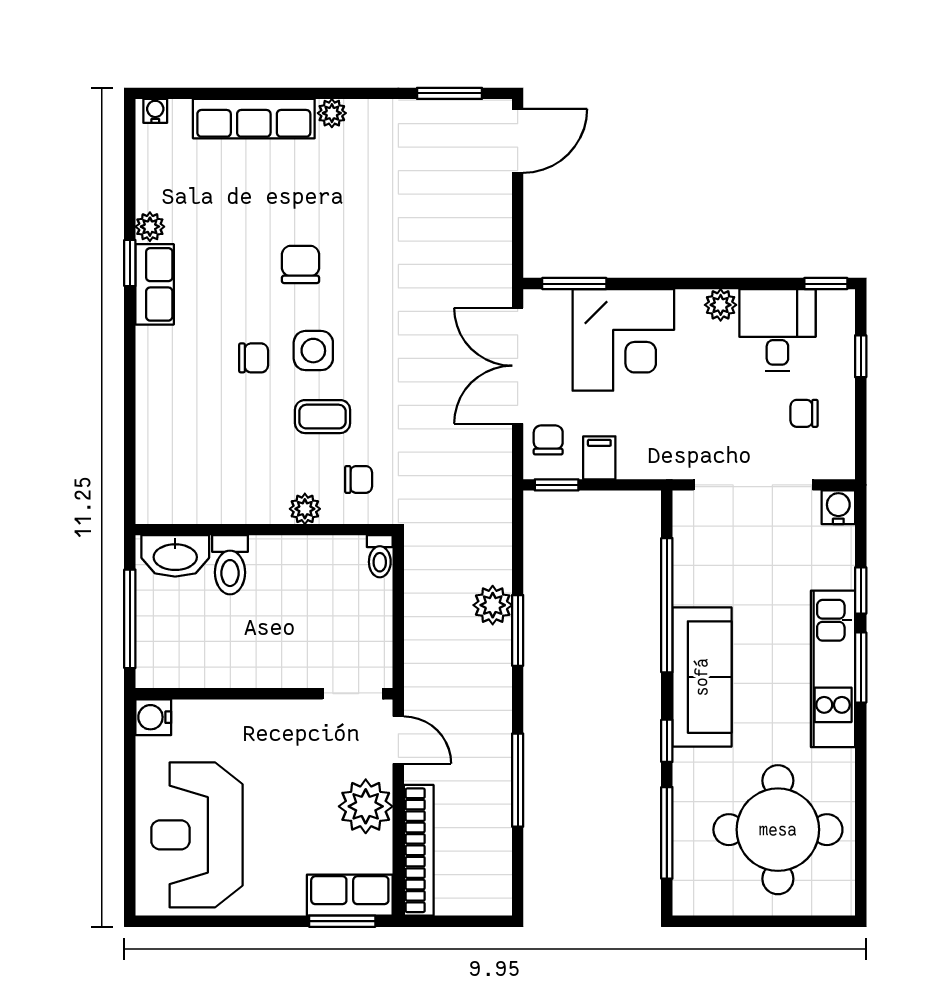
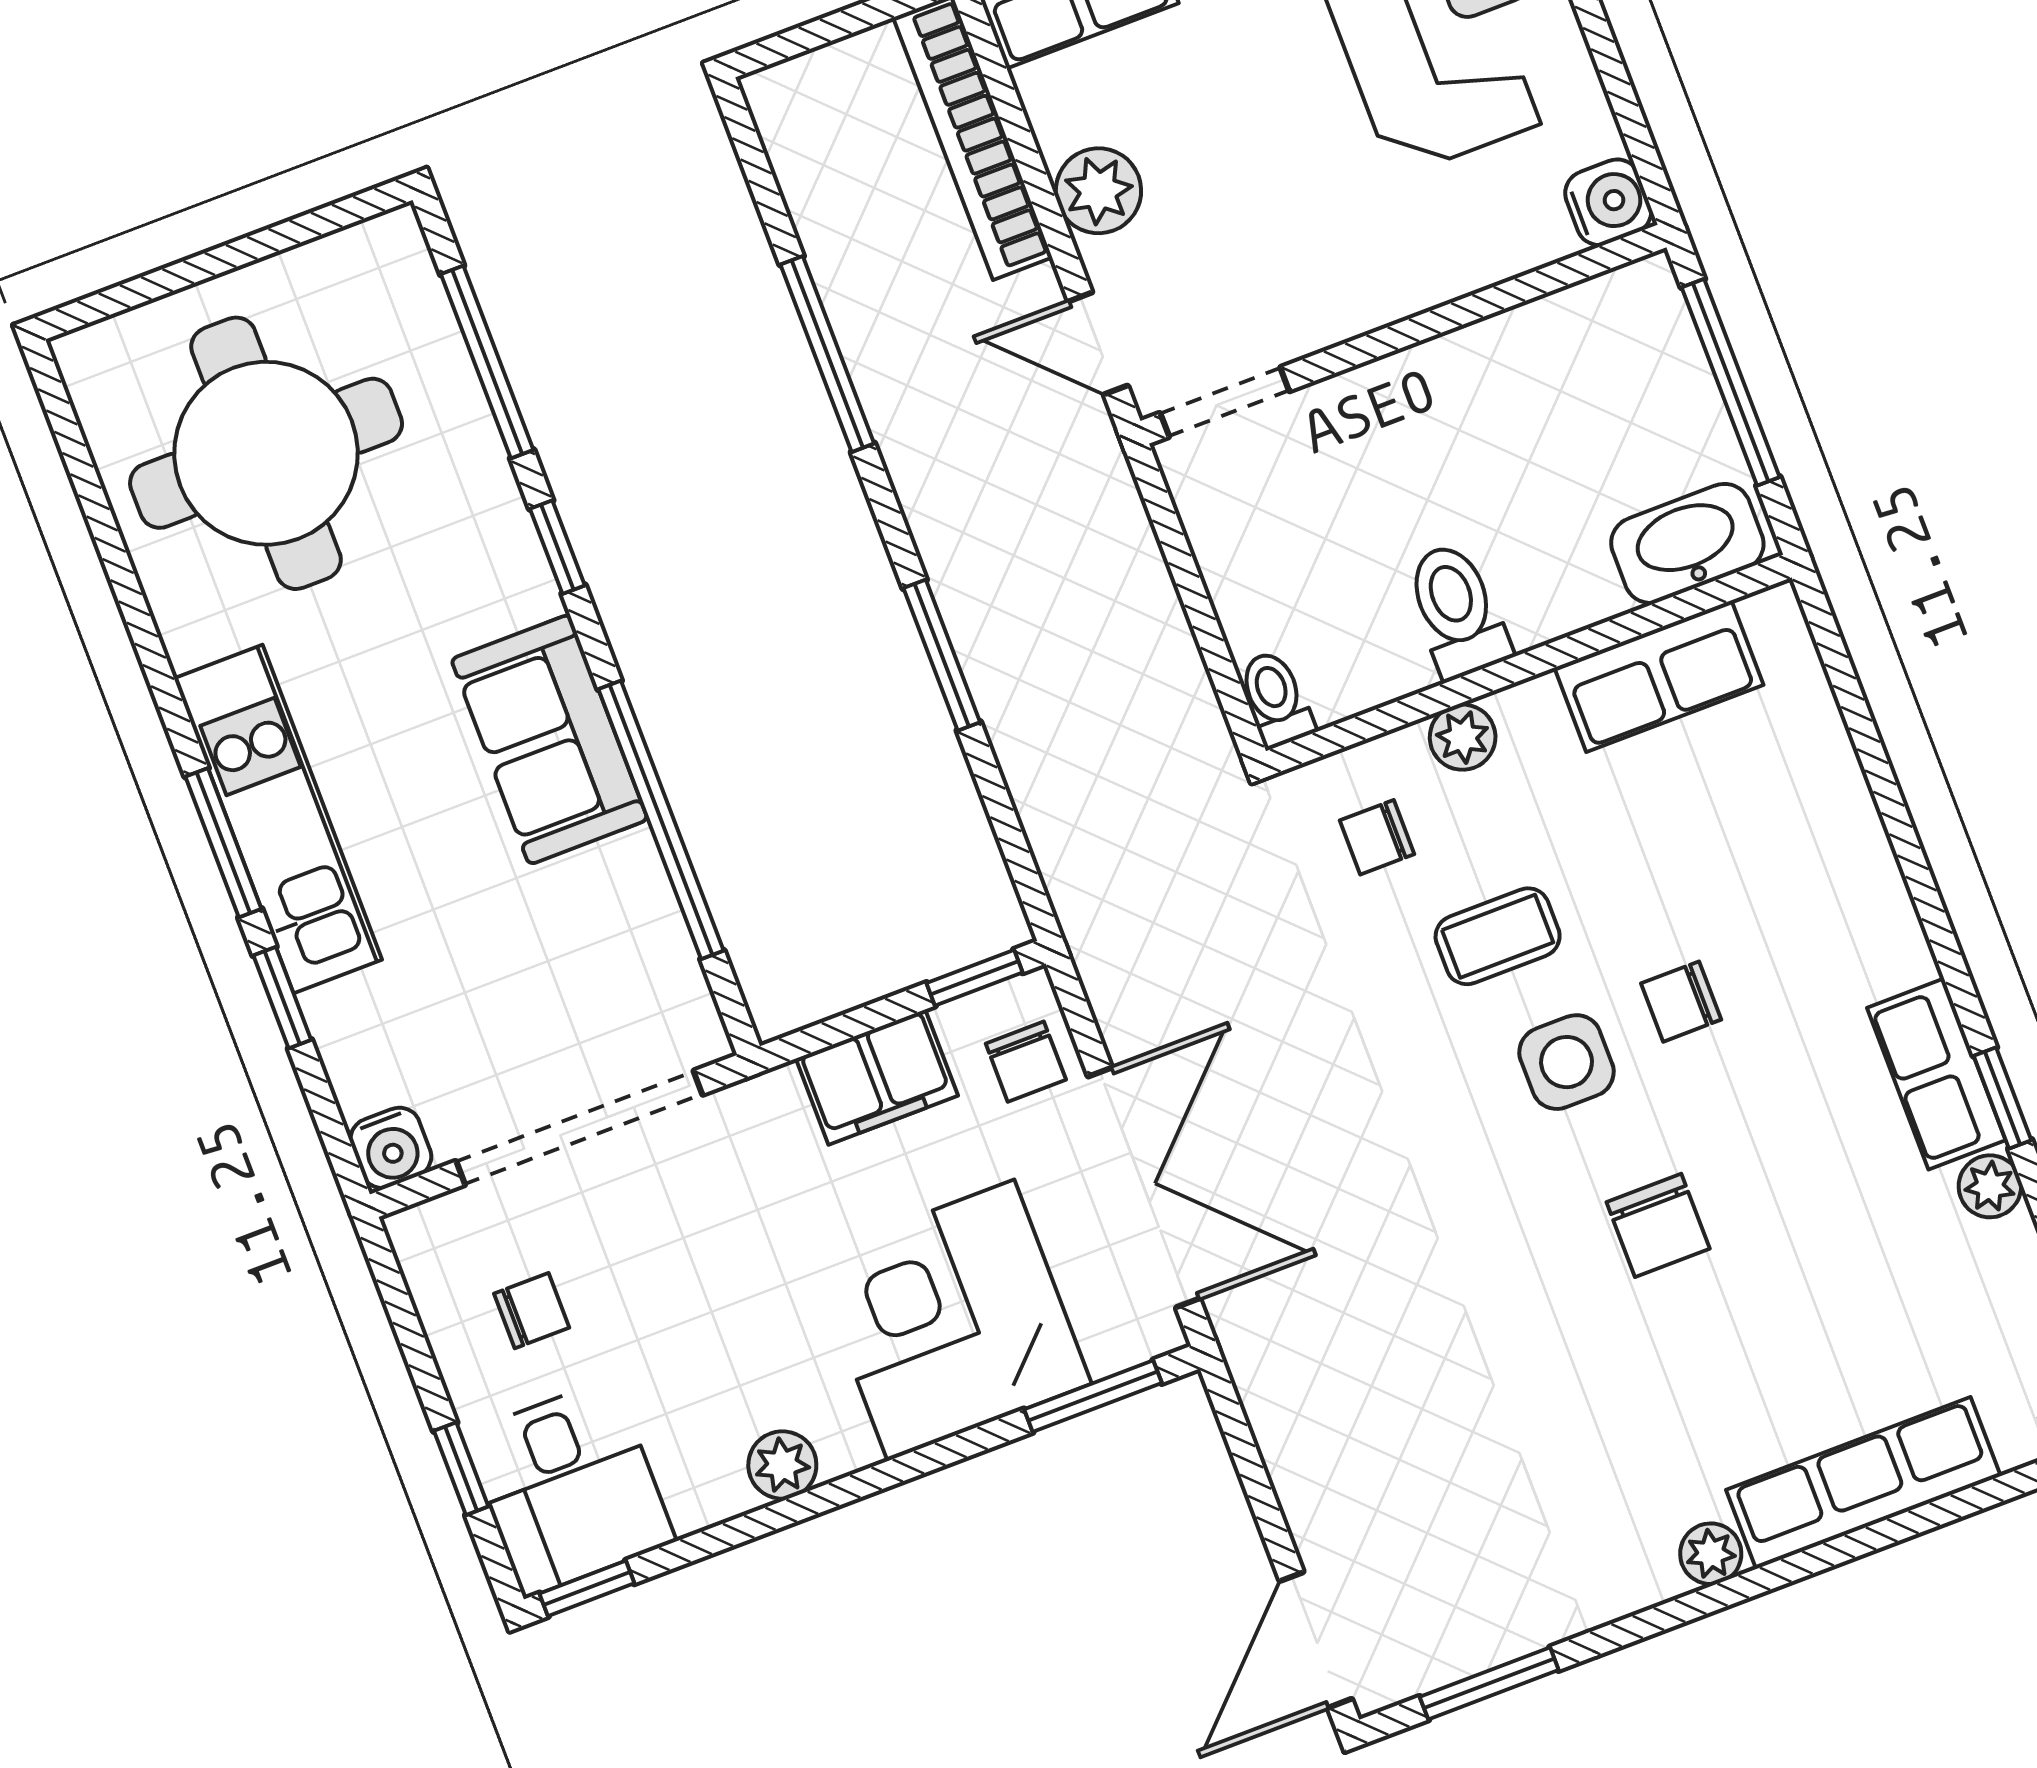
desk: (777, 330) -> (569, 1488), moved
filing cabinet: (599, 458) -> (877, 1077), width x2.00
row of seats: (210, 503) -> (1659, 676), added
toilet: (230, 565) -> (1457, 610), moved
plant: (493, 605) -> (1011, 687), removed
sofa: (702, 677) -> (549, 739), width x0.73
plant: (366, 806) -> (1098, 191), width x0.73, depth x0.73

